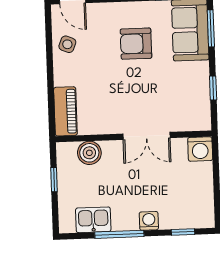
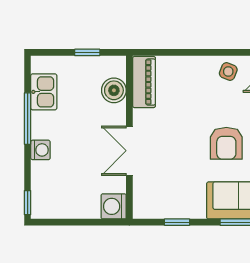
armchair: (136, 44) -> (226, 143), turned 180
piano: (65, 111) -> (144, 82), moved, turned -90
window: (183, 232) -> (28, 203), moved

